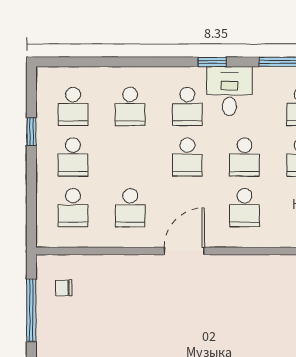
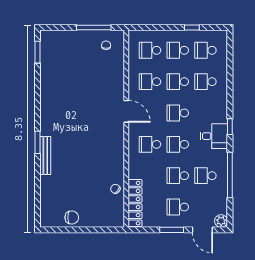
school desk: (187, 106) -> (178, 82), moved

